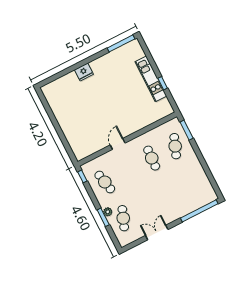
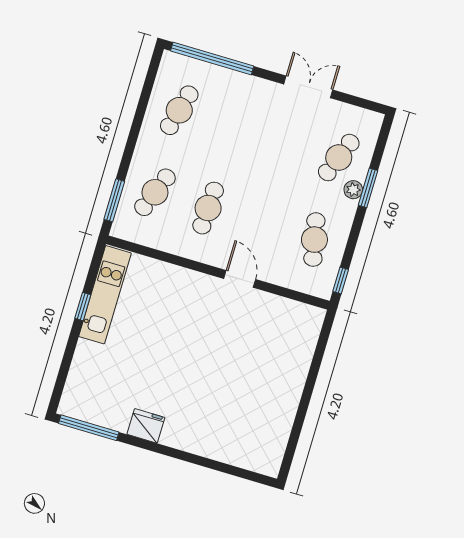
fridge: (84, 72) -> (146, 426), moved
kitchen unit: (151, 79) -> (105, 295), moved
door: (118, 144) -> (240, 279), swing flipped
cafe table: (194, 182) -> (179, 110), added
double door: (157, 233) -> (308, 87), swing flipped

